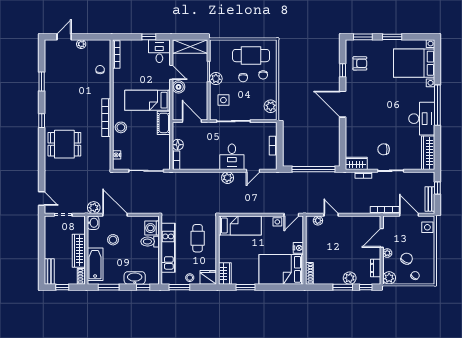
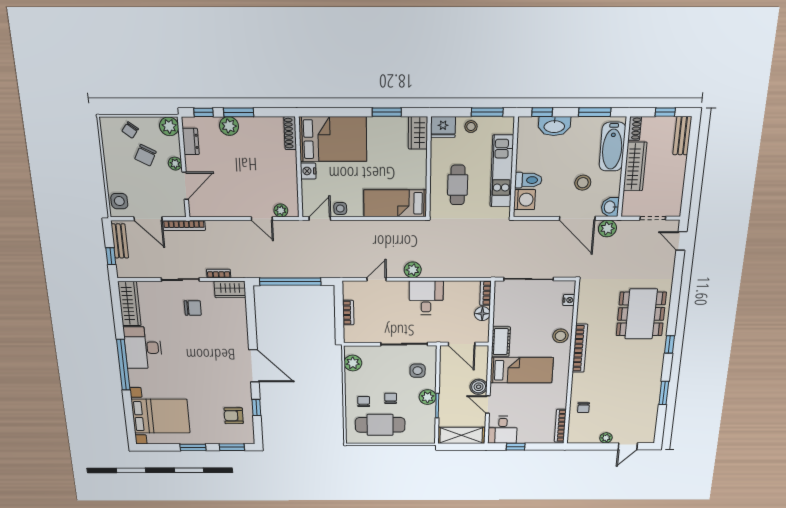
dining table: (64, 144) -> (641, 314), width x1.38
desk: (232, 157) -> (426, 298), moved

